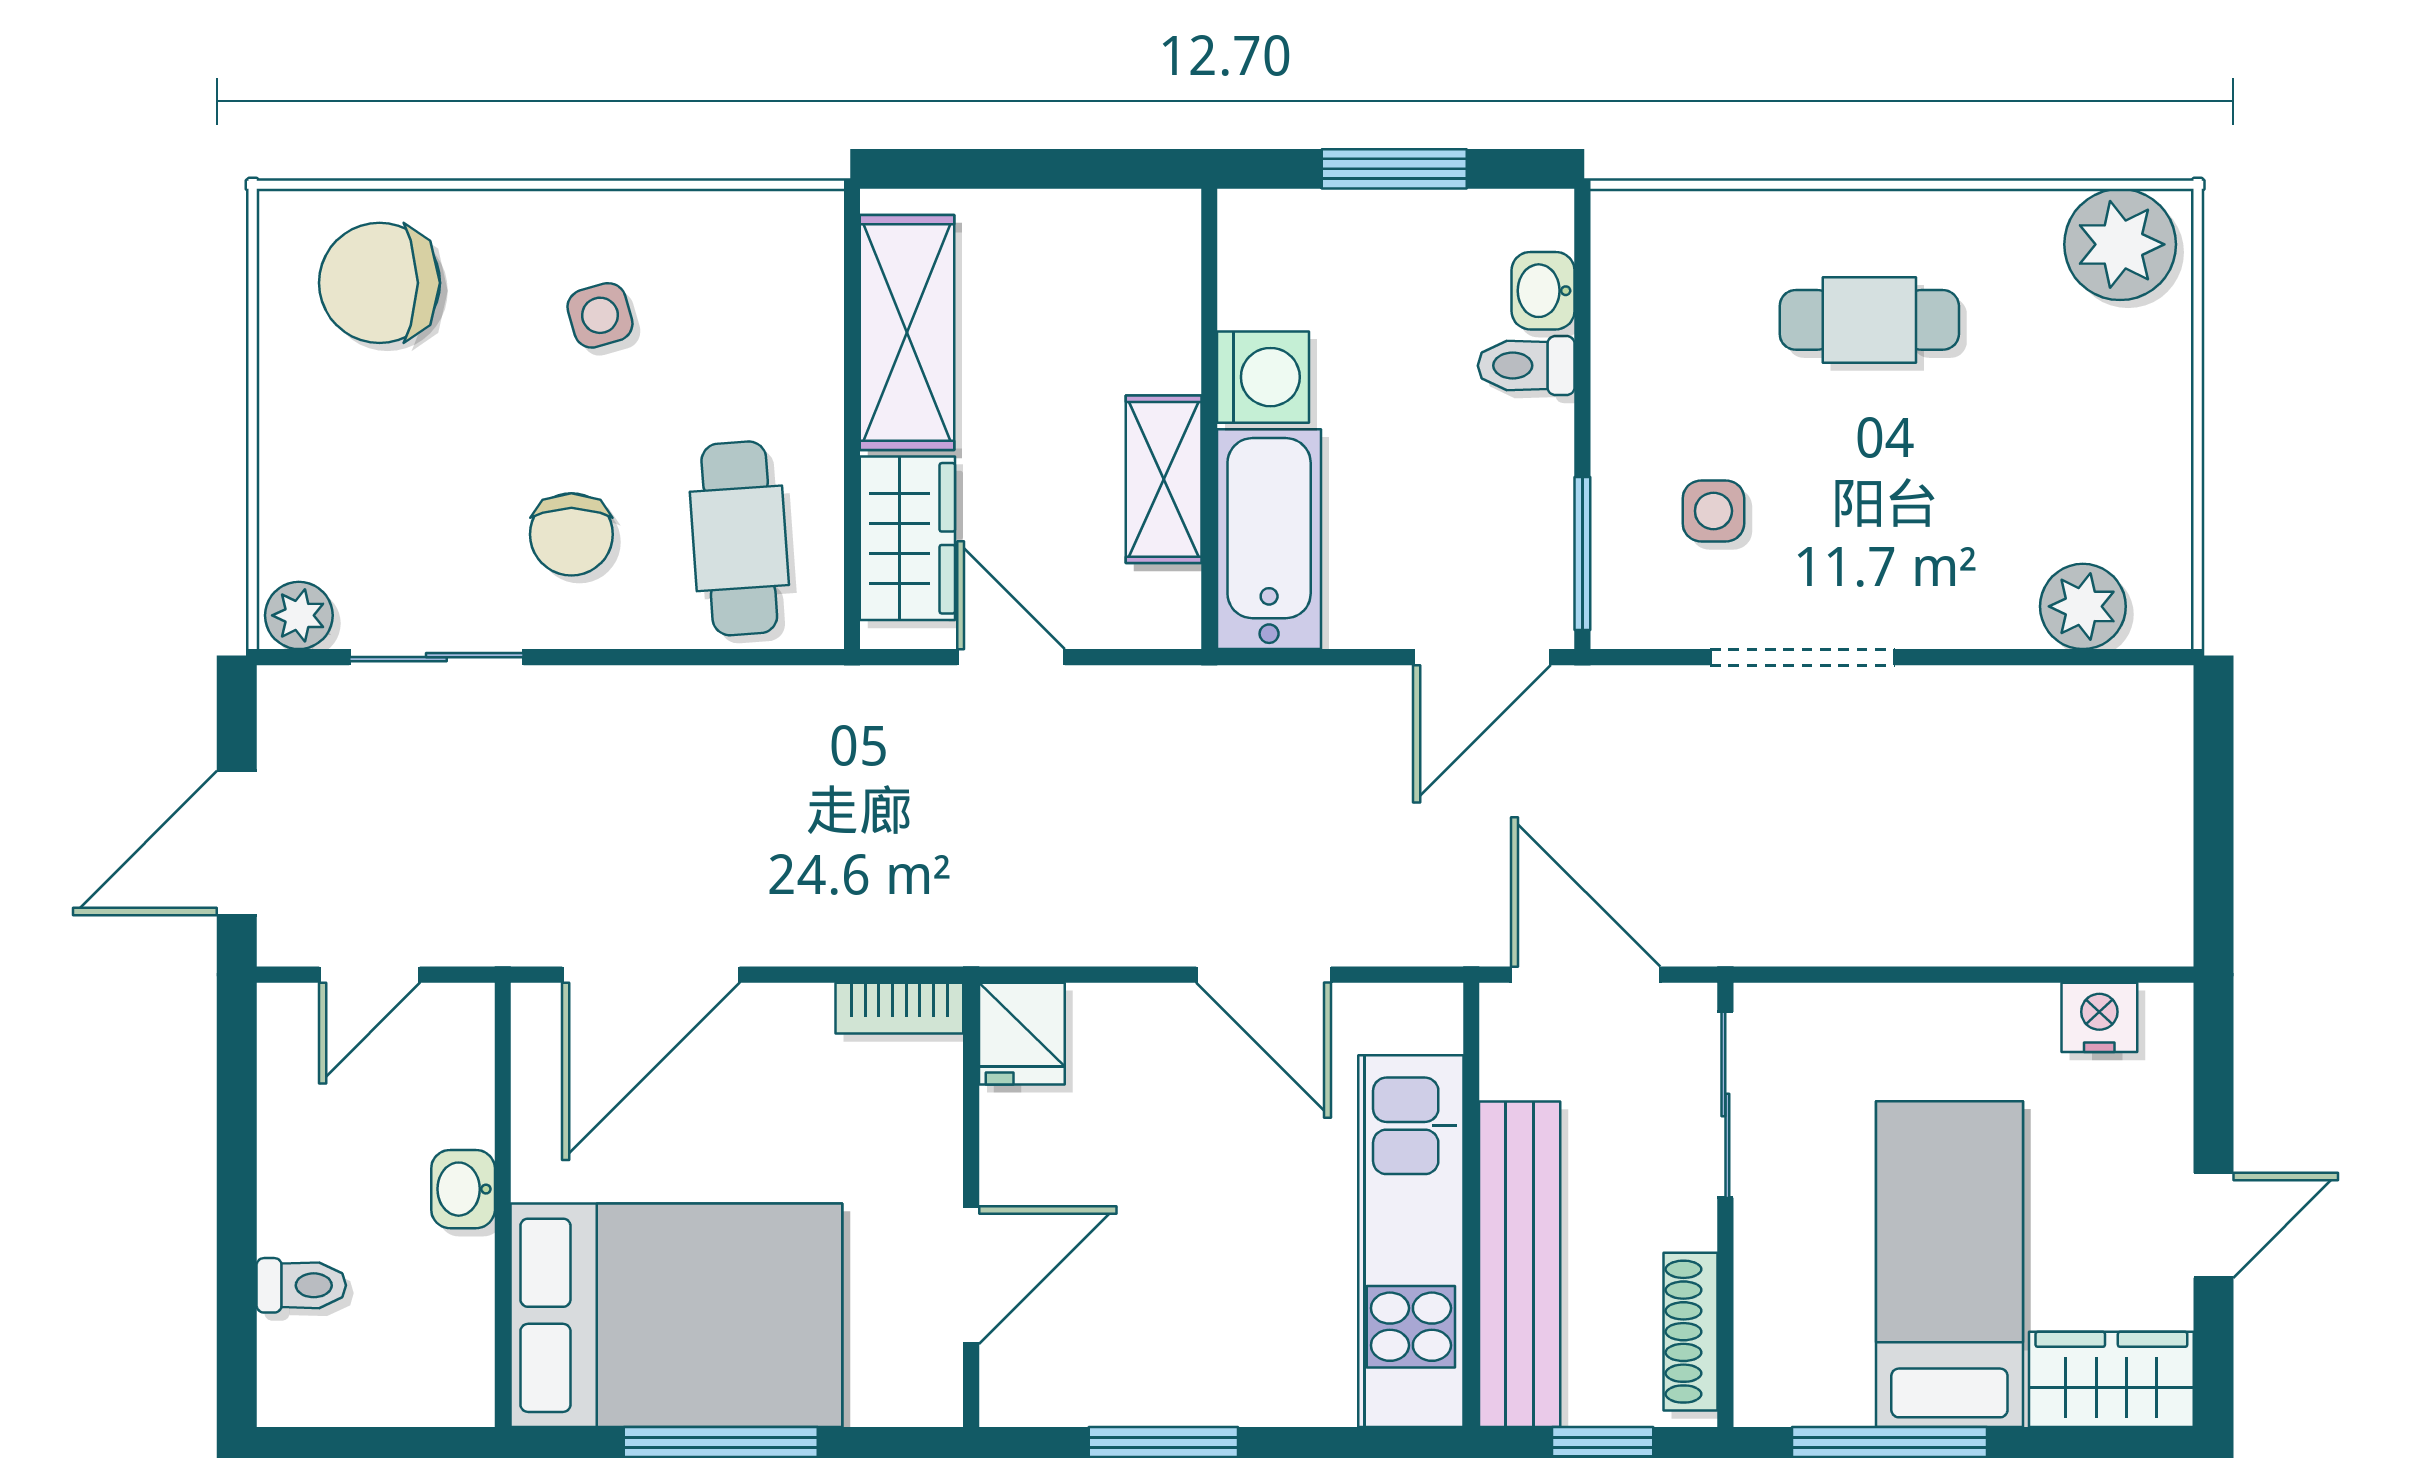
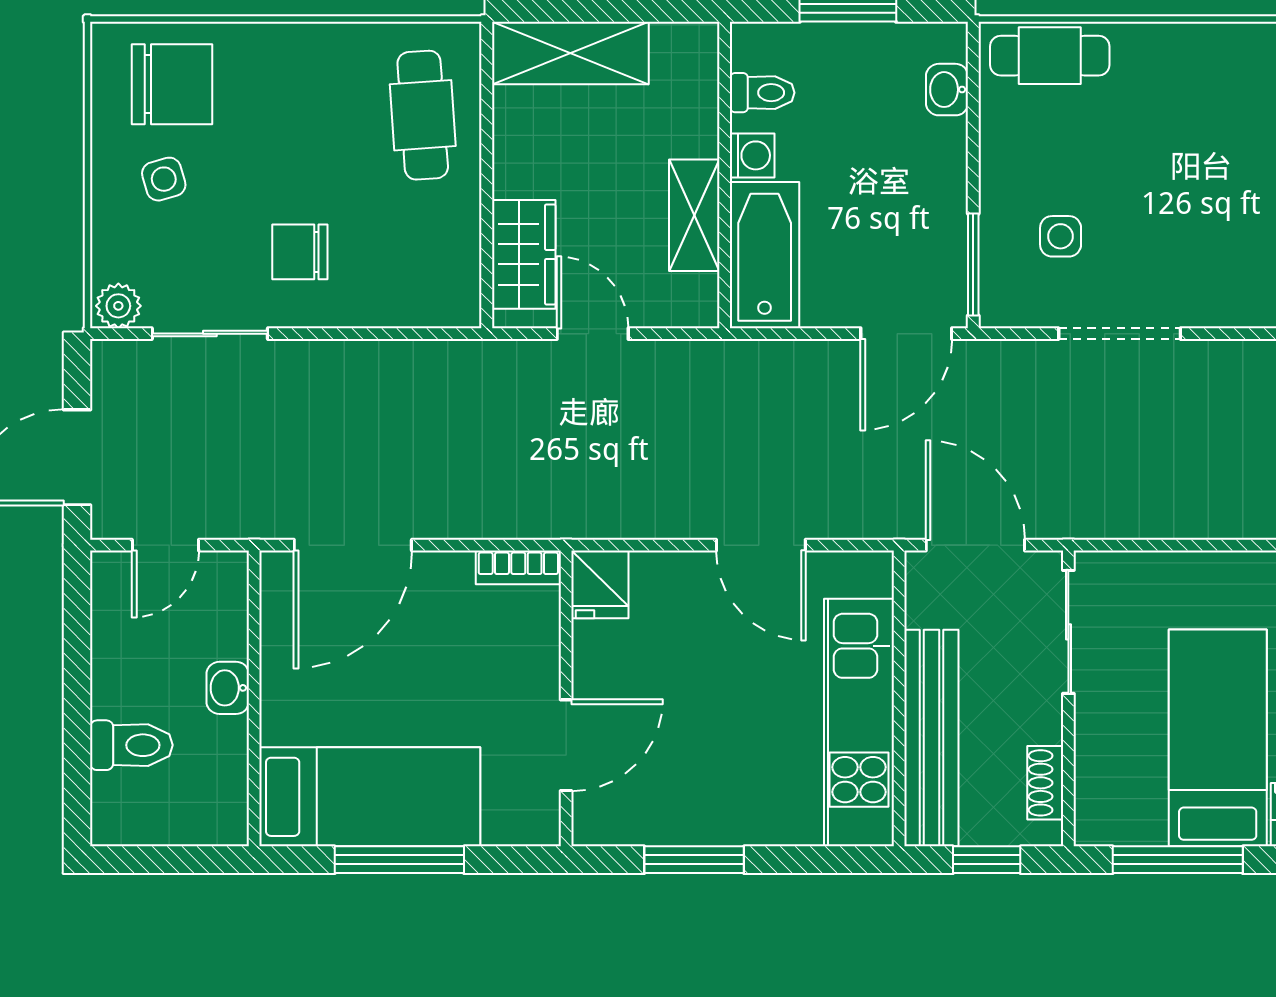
chair: (380, 283) -> (172, 84), turned 180
side table: (600, 315) -> (164, 179), moved
cafe table: (1869, 320) -> (1050, 56), moved
shelving: (907, 333) -> (570, 53), moved, turned 90
toilet: (1526, 366) -> (762, 93), moved, turned 180
washing machine: (1263, 377) -> (752, 155), width x0.73, depth x0.73
chair: (571, 534) -> (300, 252), turned 90
cafe table: (739, 538) -> (423, 115), moved
toilet: (301, 1285) -> (131, 745), width x1.37, depth x1.39
bed: (676, 1315) -> (370, 797), width x0.67
shoe rack: (1690, 1332) -> (1045, 783), width x0.70

